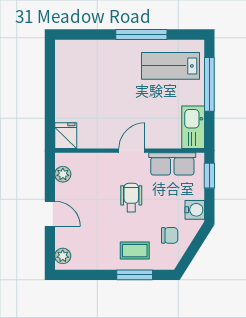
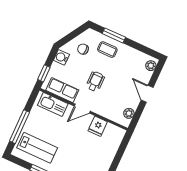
kitchen sink: (193, 127) -> (53, 104), moved, turned 90
fridge: (66, 136) -> (98, 126), moved
wheelchair: (131, 198) -> (95, 81), turned 180

